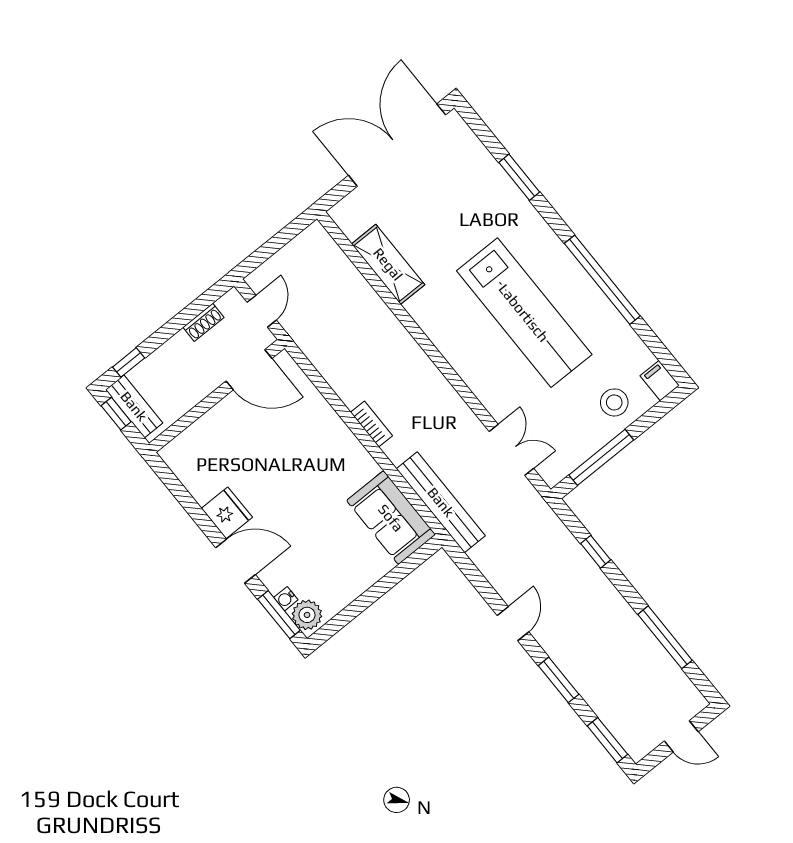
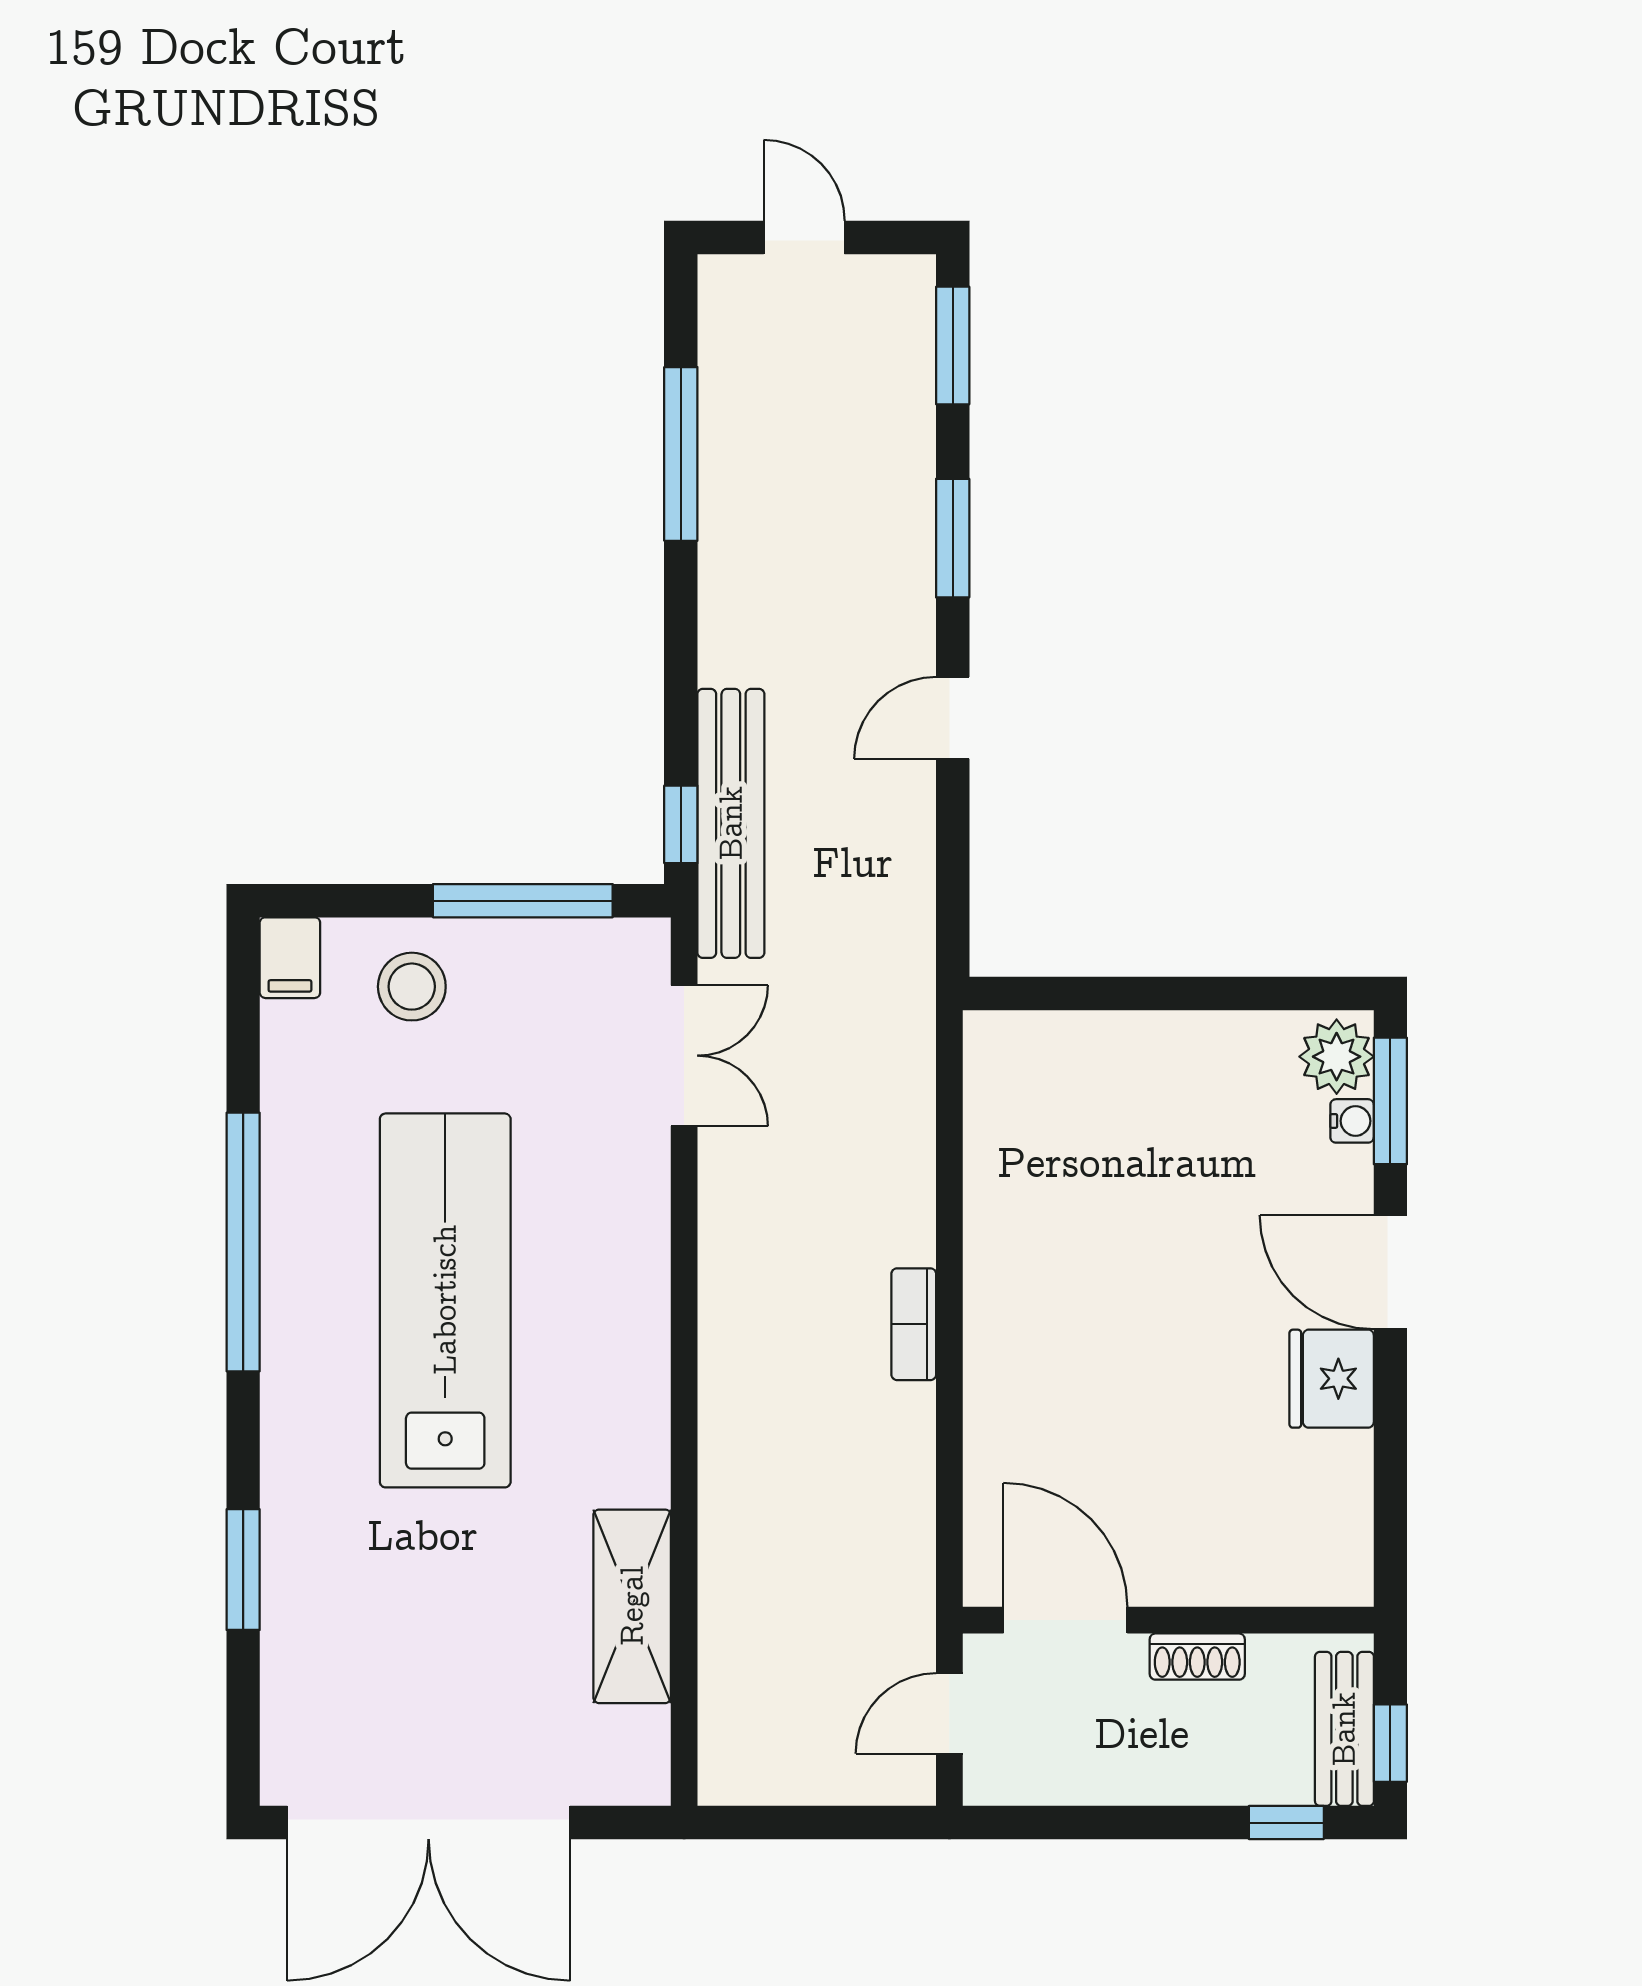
shoe rack: (203, 322) -> (1197, 1657), moved, turned 180
double door: (511, 450) -> (684, 1056), swing flipped
bench: (441, 502) -> (731, 823), moved
sofa: (391, 518) -> (1022, 1113), removed
window: (596, 552) -> (681, 824), moved

